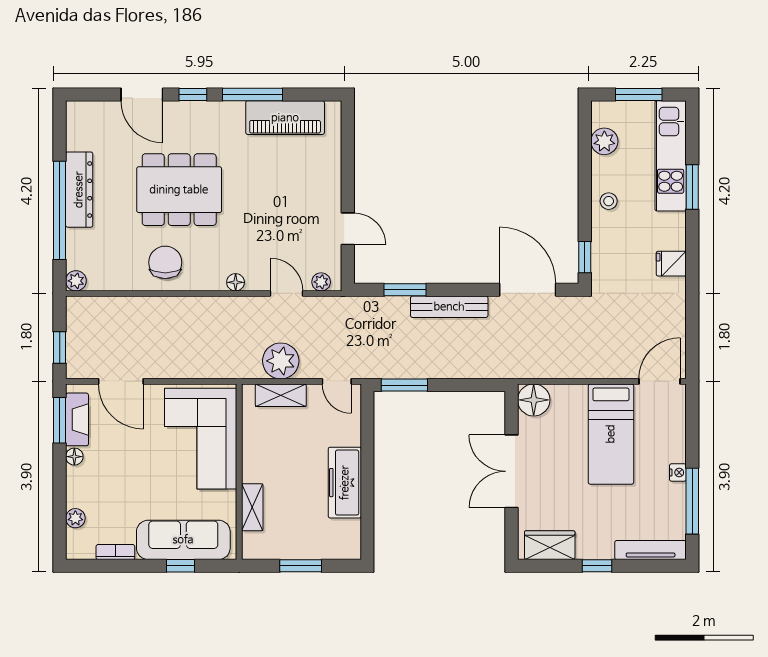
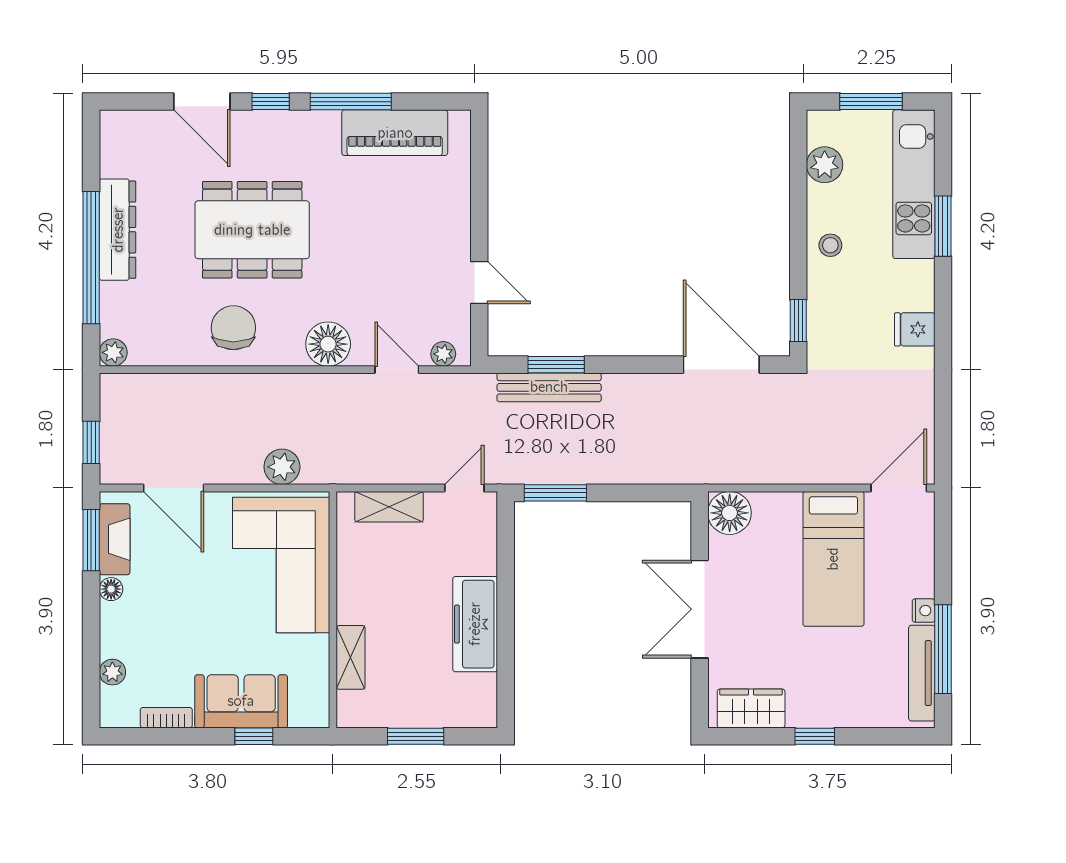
floor lamp: (236, 282) -> (328, 344), width x1.89, depth x1.89
bench: (449, 307) -> (549, 387), moved
plant: (281, 361) -> (282, 467), moved, width x0.73, depth x0.73
door: (337, 381) -> (464, 488), swing flipped
sofa: (183, 540) -> (241, 701), width x0.73
tv unit: (651, 550) -> (922, 673), moved, turned -90

